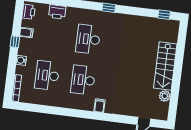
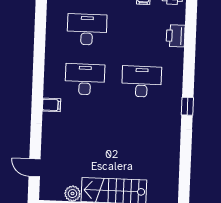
window: (164, 15) -> (184, 183), removed

